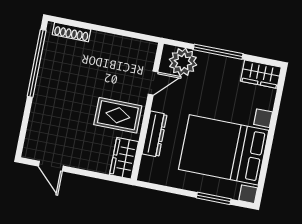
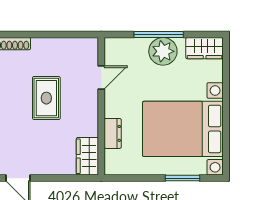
plant: (183, 62) -> (163, 51), moved
rug: (118, 115) -> (46, 98), moved, turned 90
dresser: (155, 134) -> (113, 133), width x0.70

